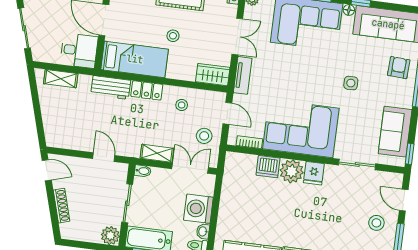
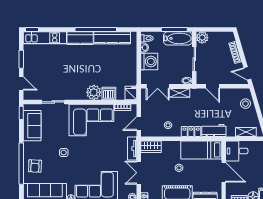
door: (227, 113) -> (139, 124), hinge flipped
stool: (204, 136) -> (245, 104), moved
fridge: (314, 173) -> (131, 93), moved
stool: (376, 223) -> (36, 67), removed

